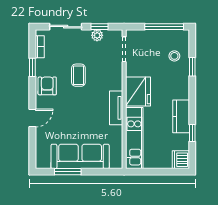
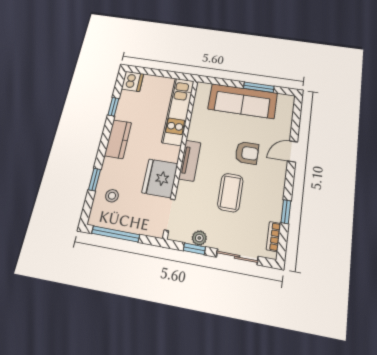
coffee table: (78, 75) -> (230, 193), width x1.36, depth x1.30
armchair: (47, 86) -> (247, 153), moved, turned -90
fridge: (138, 91) -> (160, 178), moved
tv unit: (116, 108) -> (190, 161), moved
kitchen counter: (181, 116) -> (118, 139), moved

